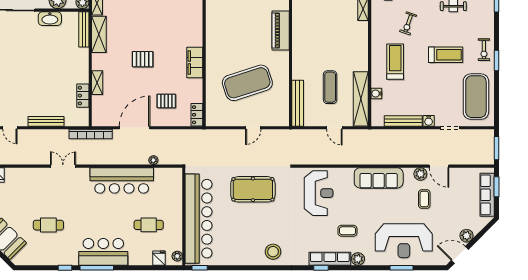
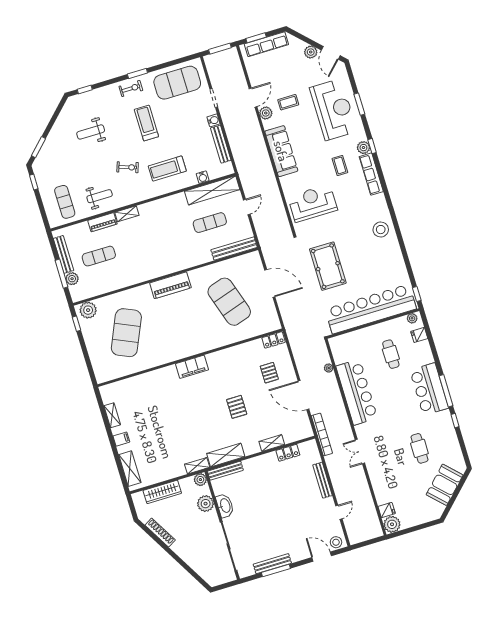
filing cabinet: (195, 63) -> (192, 367), moved
door: (253, 128) -> (270, 283), width x1.88
window: (321, 268) -> (372, 146), moved

